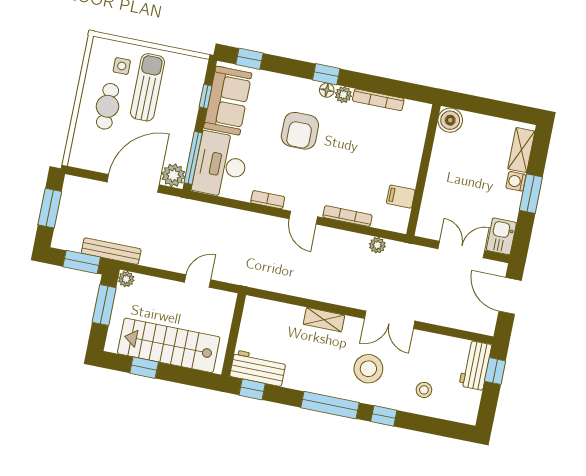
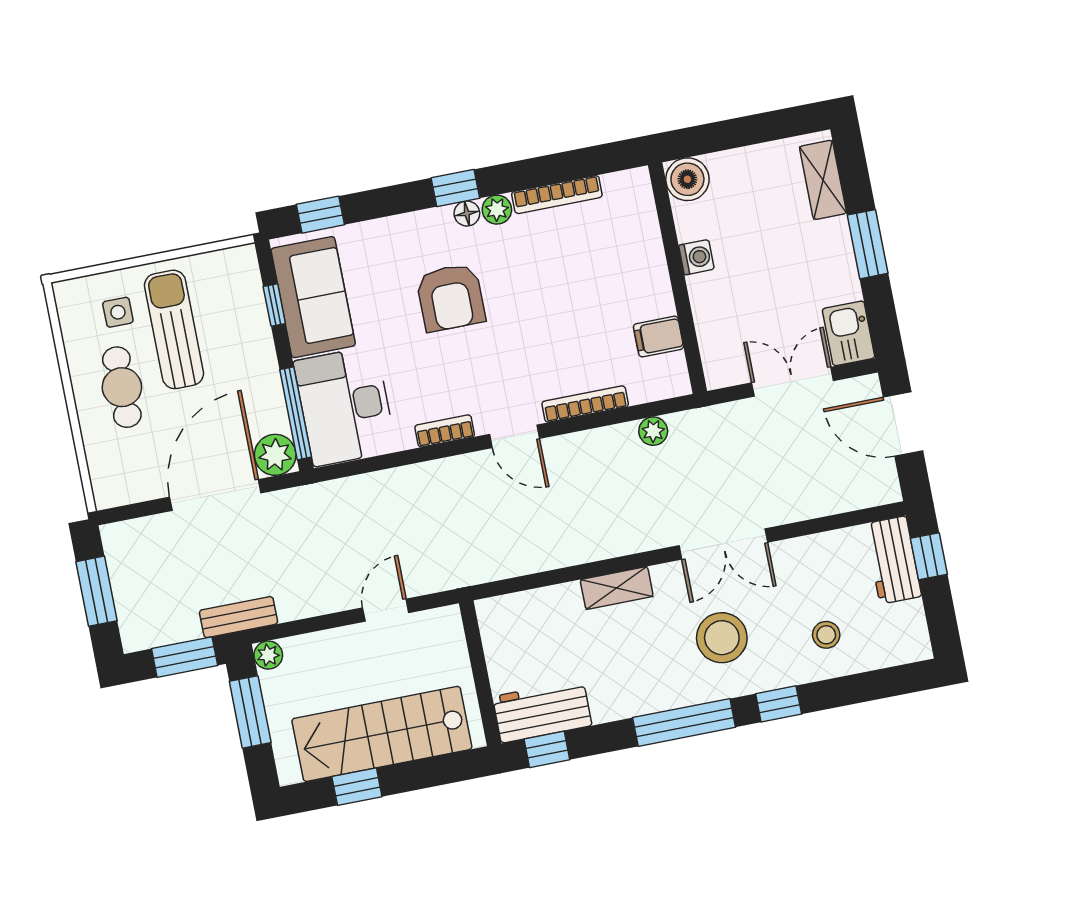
washing machine: (516, 181) -> (696, 257), moved, turned 180
bench: (111, 251) -> (239, 617), width x0.73

